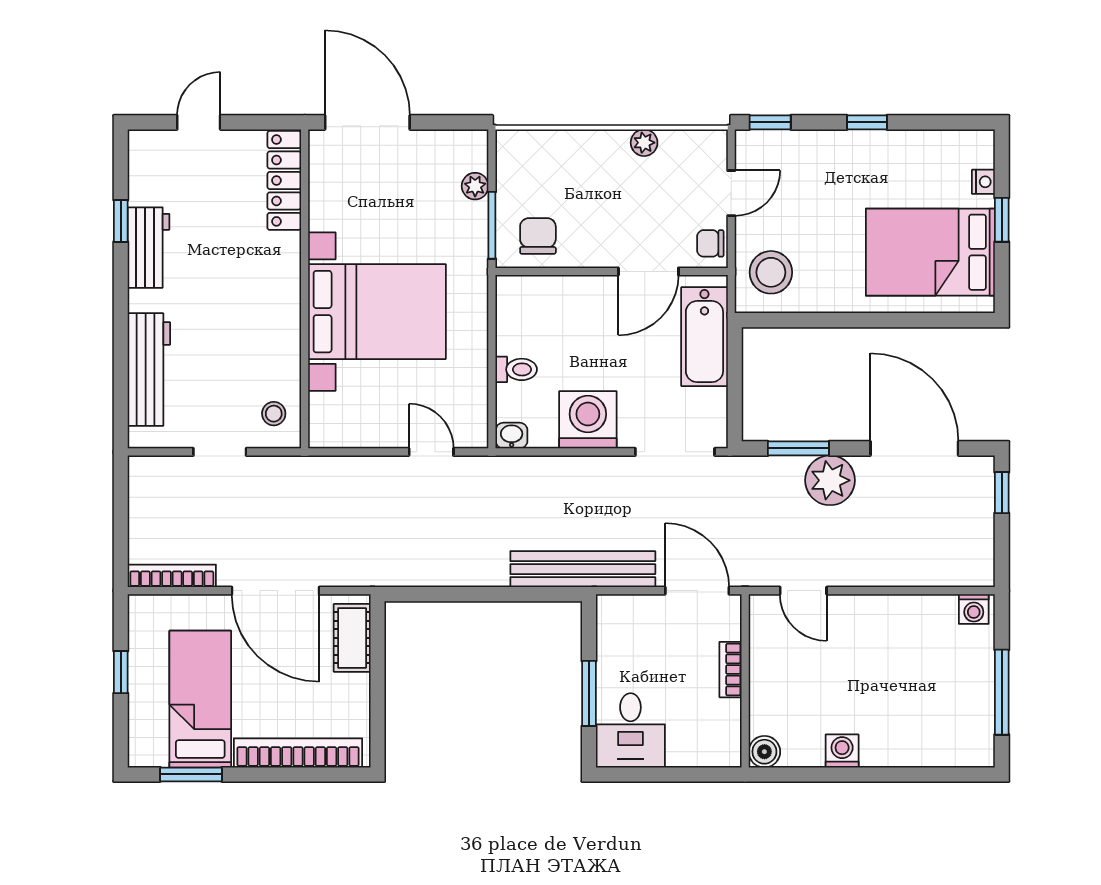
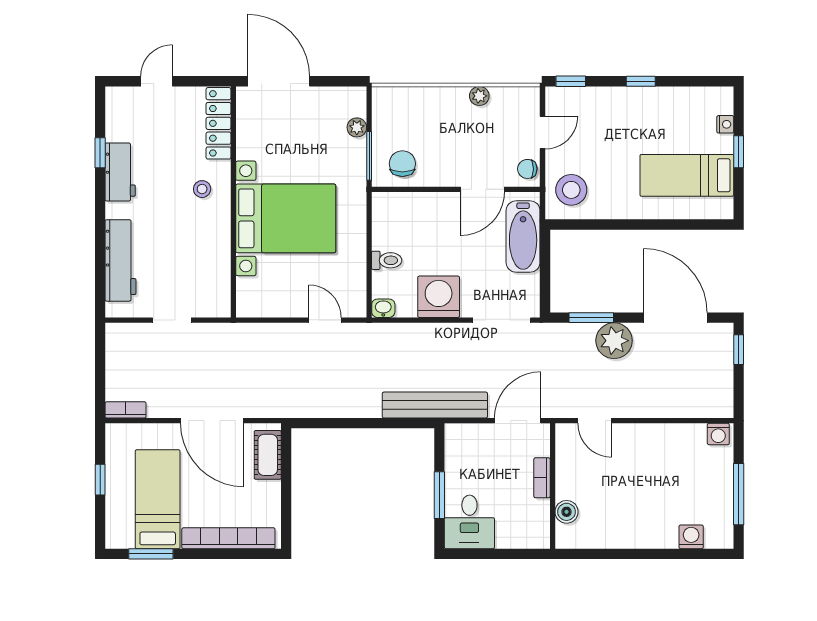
bed: (930, 252) -> (687, 175), width x0.67
stool: (274, 414) -> (202, 189), moved
bookcase: (172, 576) -> (126, 410), width x0.64
door: (697, 591) -> (518, 421), hinge flipped
washing machine: (842, 751) -> (691, 537), moved
boiler: (764, 752) -> (567, 512), moved

